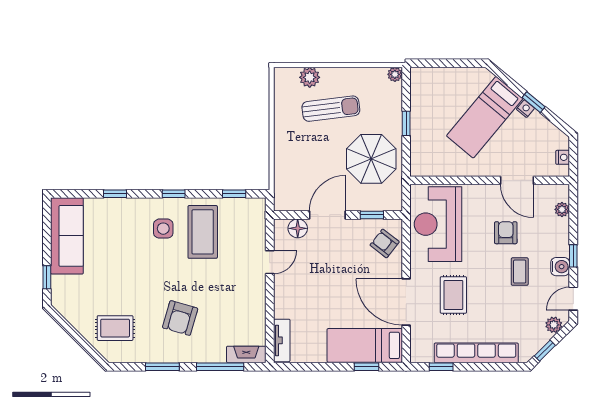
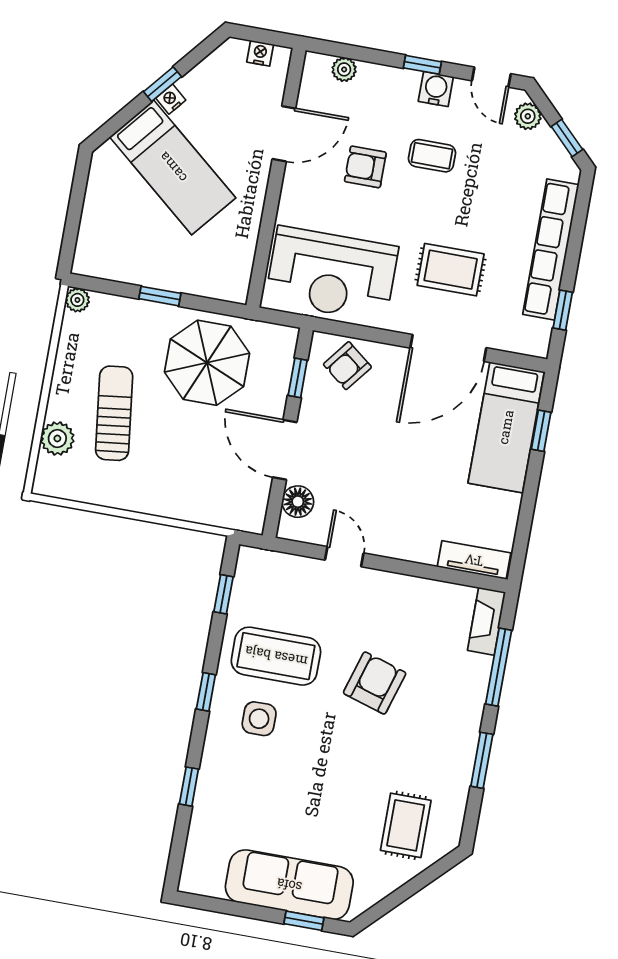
sofa: (67, 236) -> (289, 885), moved
armchair: (180, 318) -> (375, 683), moved, turned -89

